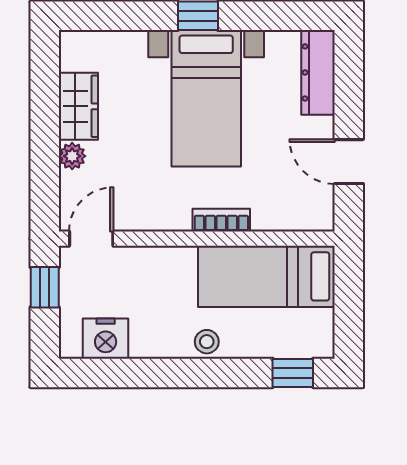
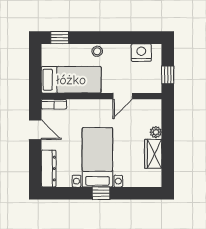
bookcase: (221, 220) -> (54, 104), moved
door: (91, 239) -> (123, 96), moved

